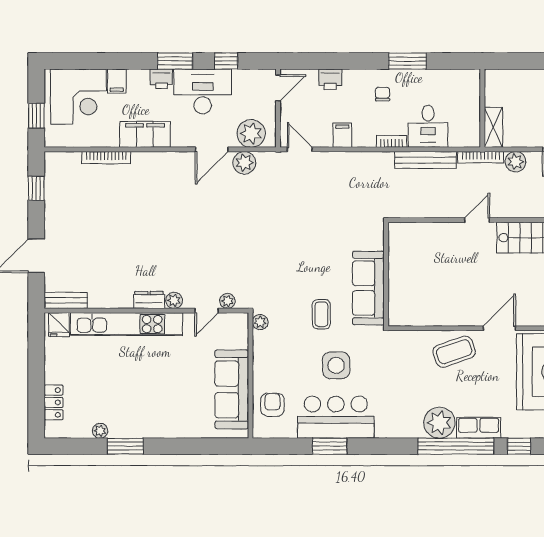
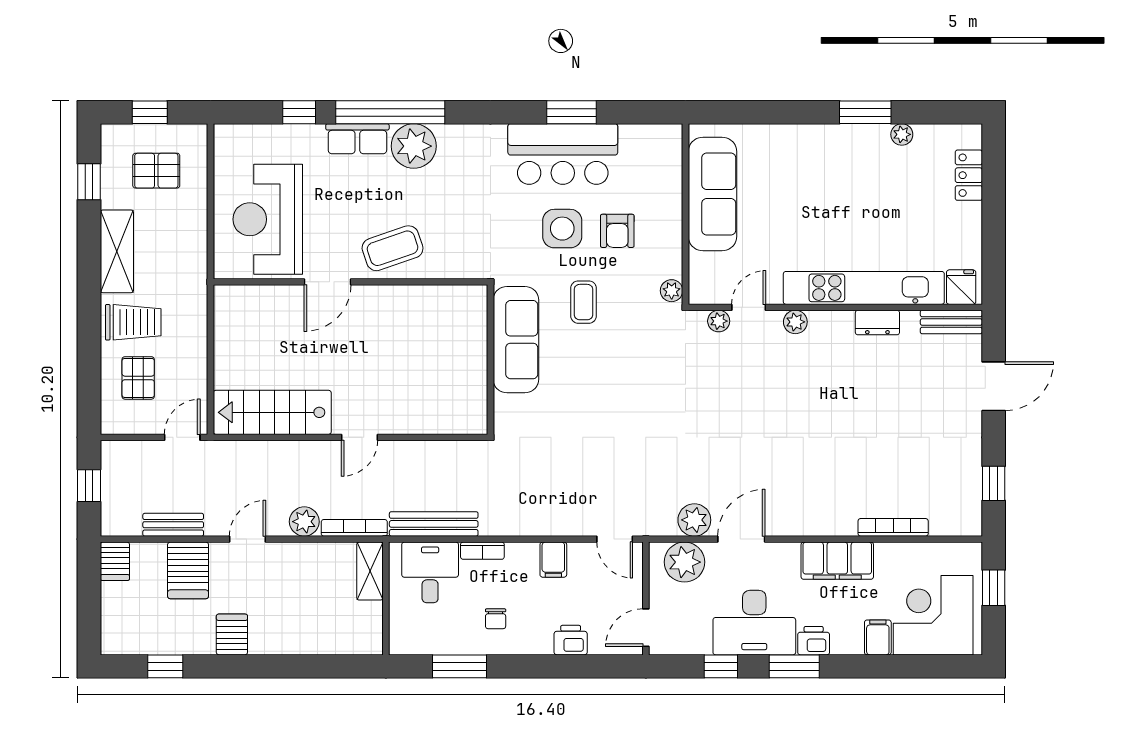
wall: (482, 108) -> (386, 598), moved
shelving: (493, 127) -> (370, 571), moved
dresser: (149, 300) -> (877, 323), moved
armchair: (272, 405) -> (617, 231), moved

